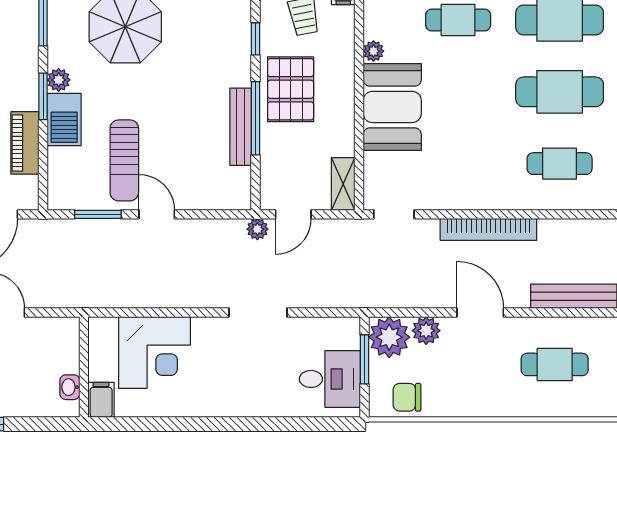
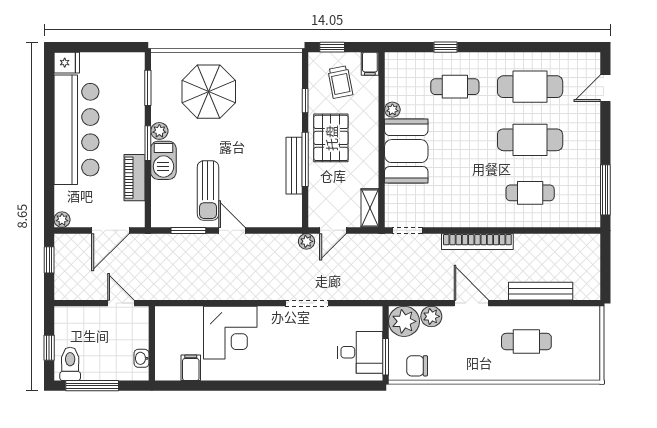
window: (364, 359) -> (386, 357), moved
wall: (84, 367) -> (152, 343), moved
washbasin: (70, 387) -> (141, 358), moved

